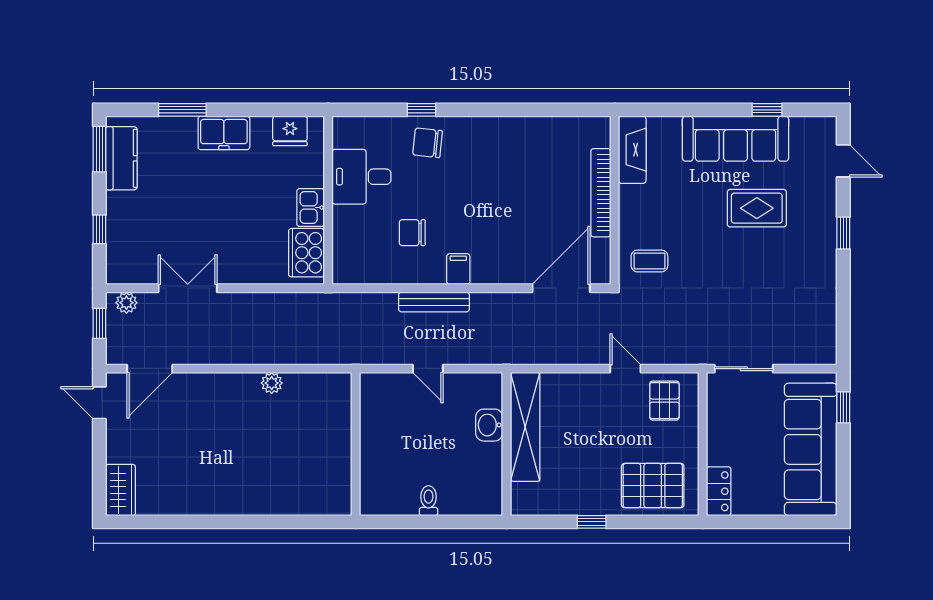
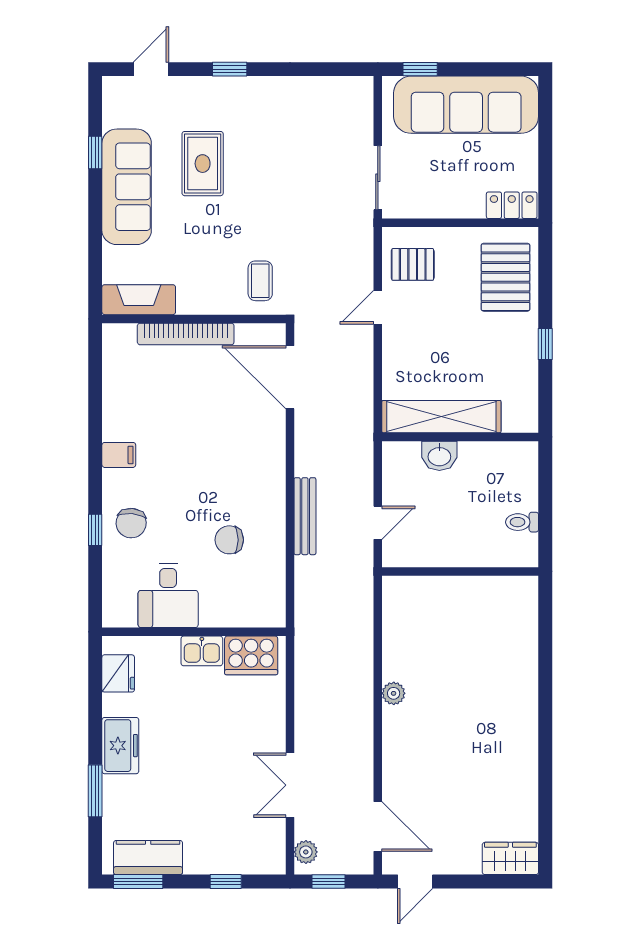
chair: (412, 233) -> (229, 540), turned 90
filing cabinet: (458, 269) -> (119, 455), moved, turned 180
wall: (356, 444) -> (460, 571), moved

